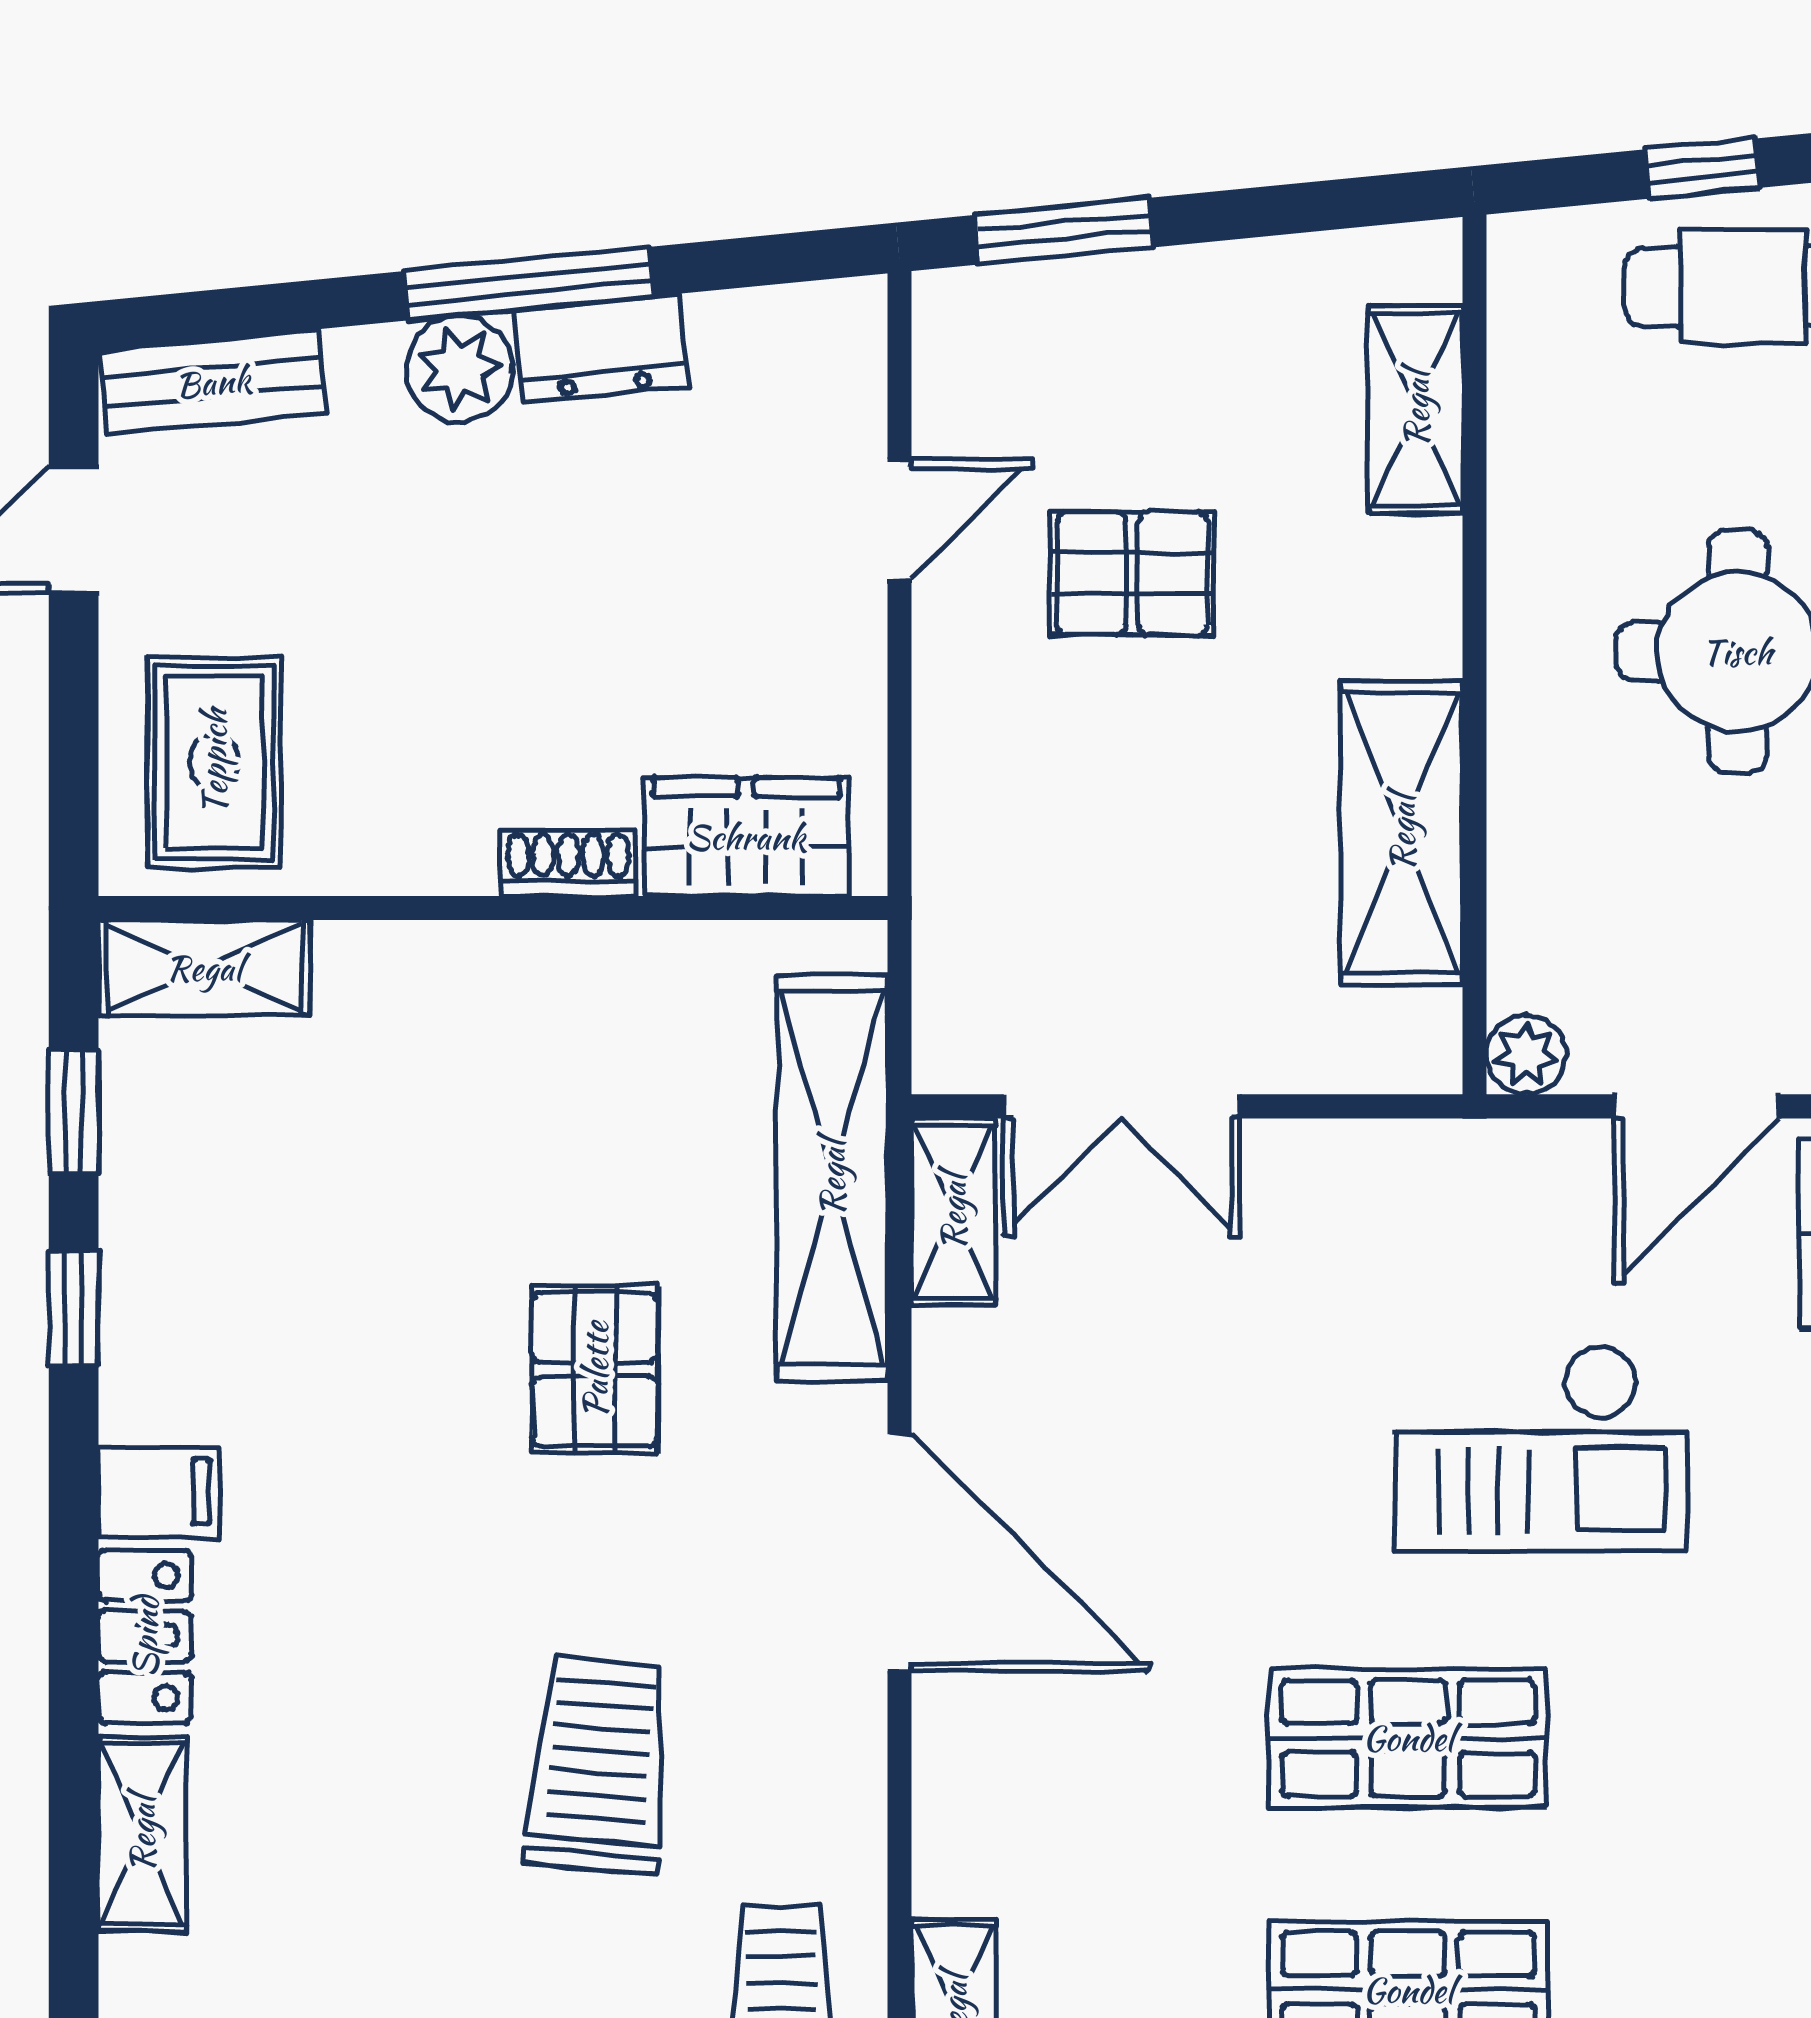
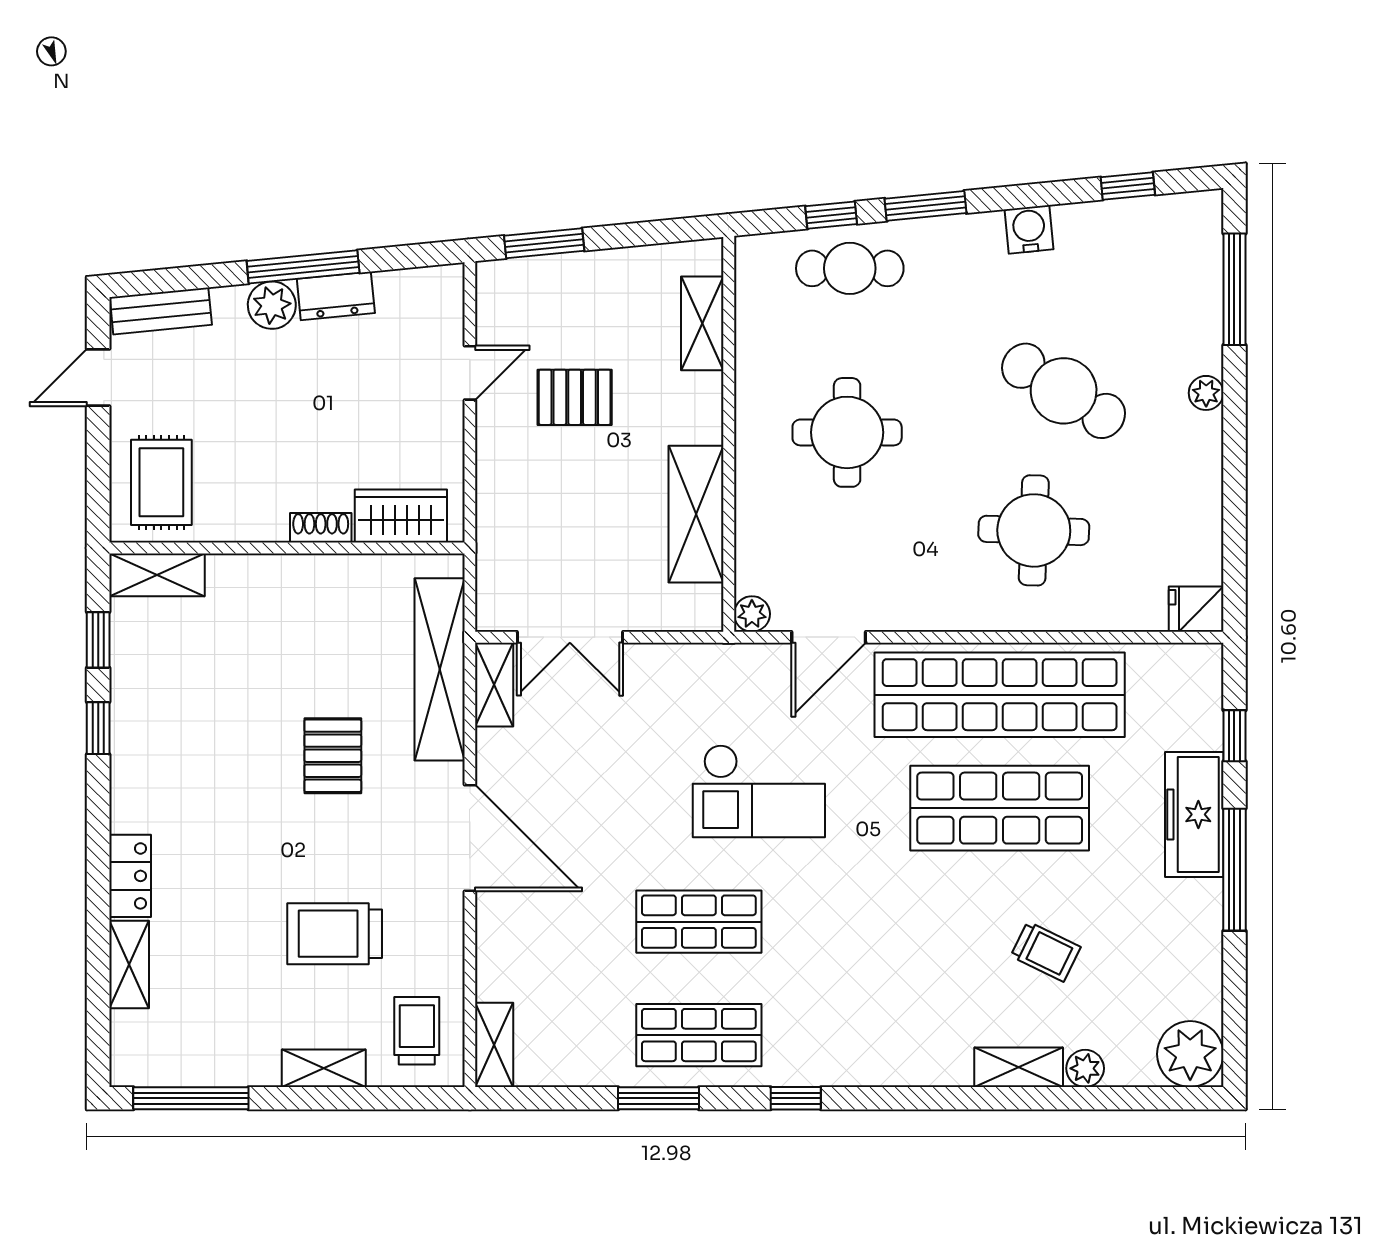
filing cabinet: (159, 1492) -> (137, 811), removed
trolley: (599, 1765) -> (335, 934), turned -95

